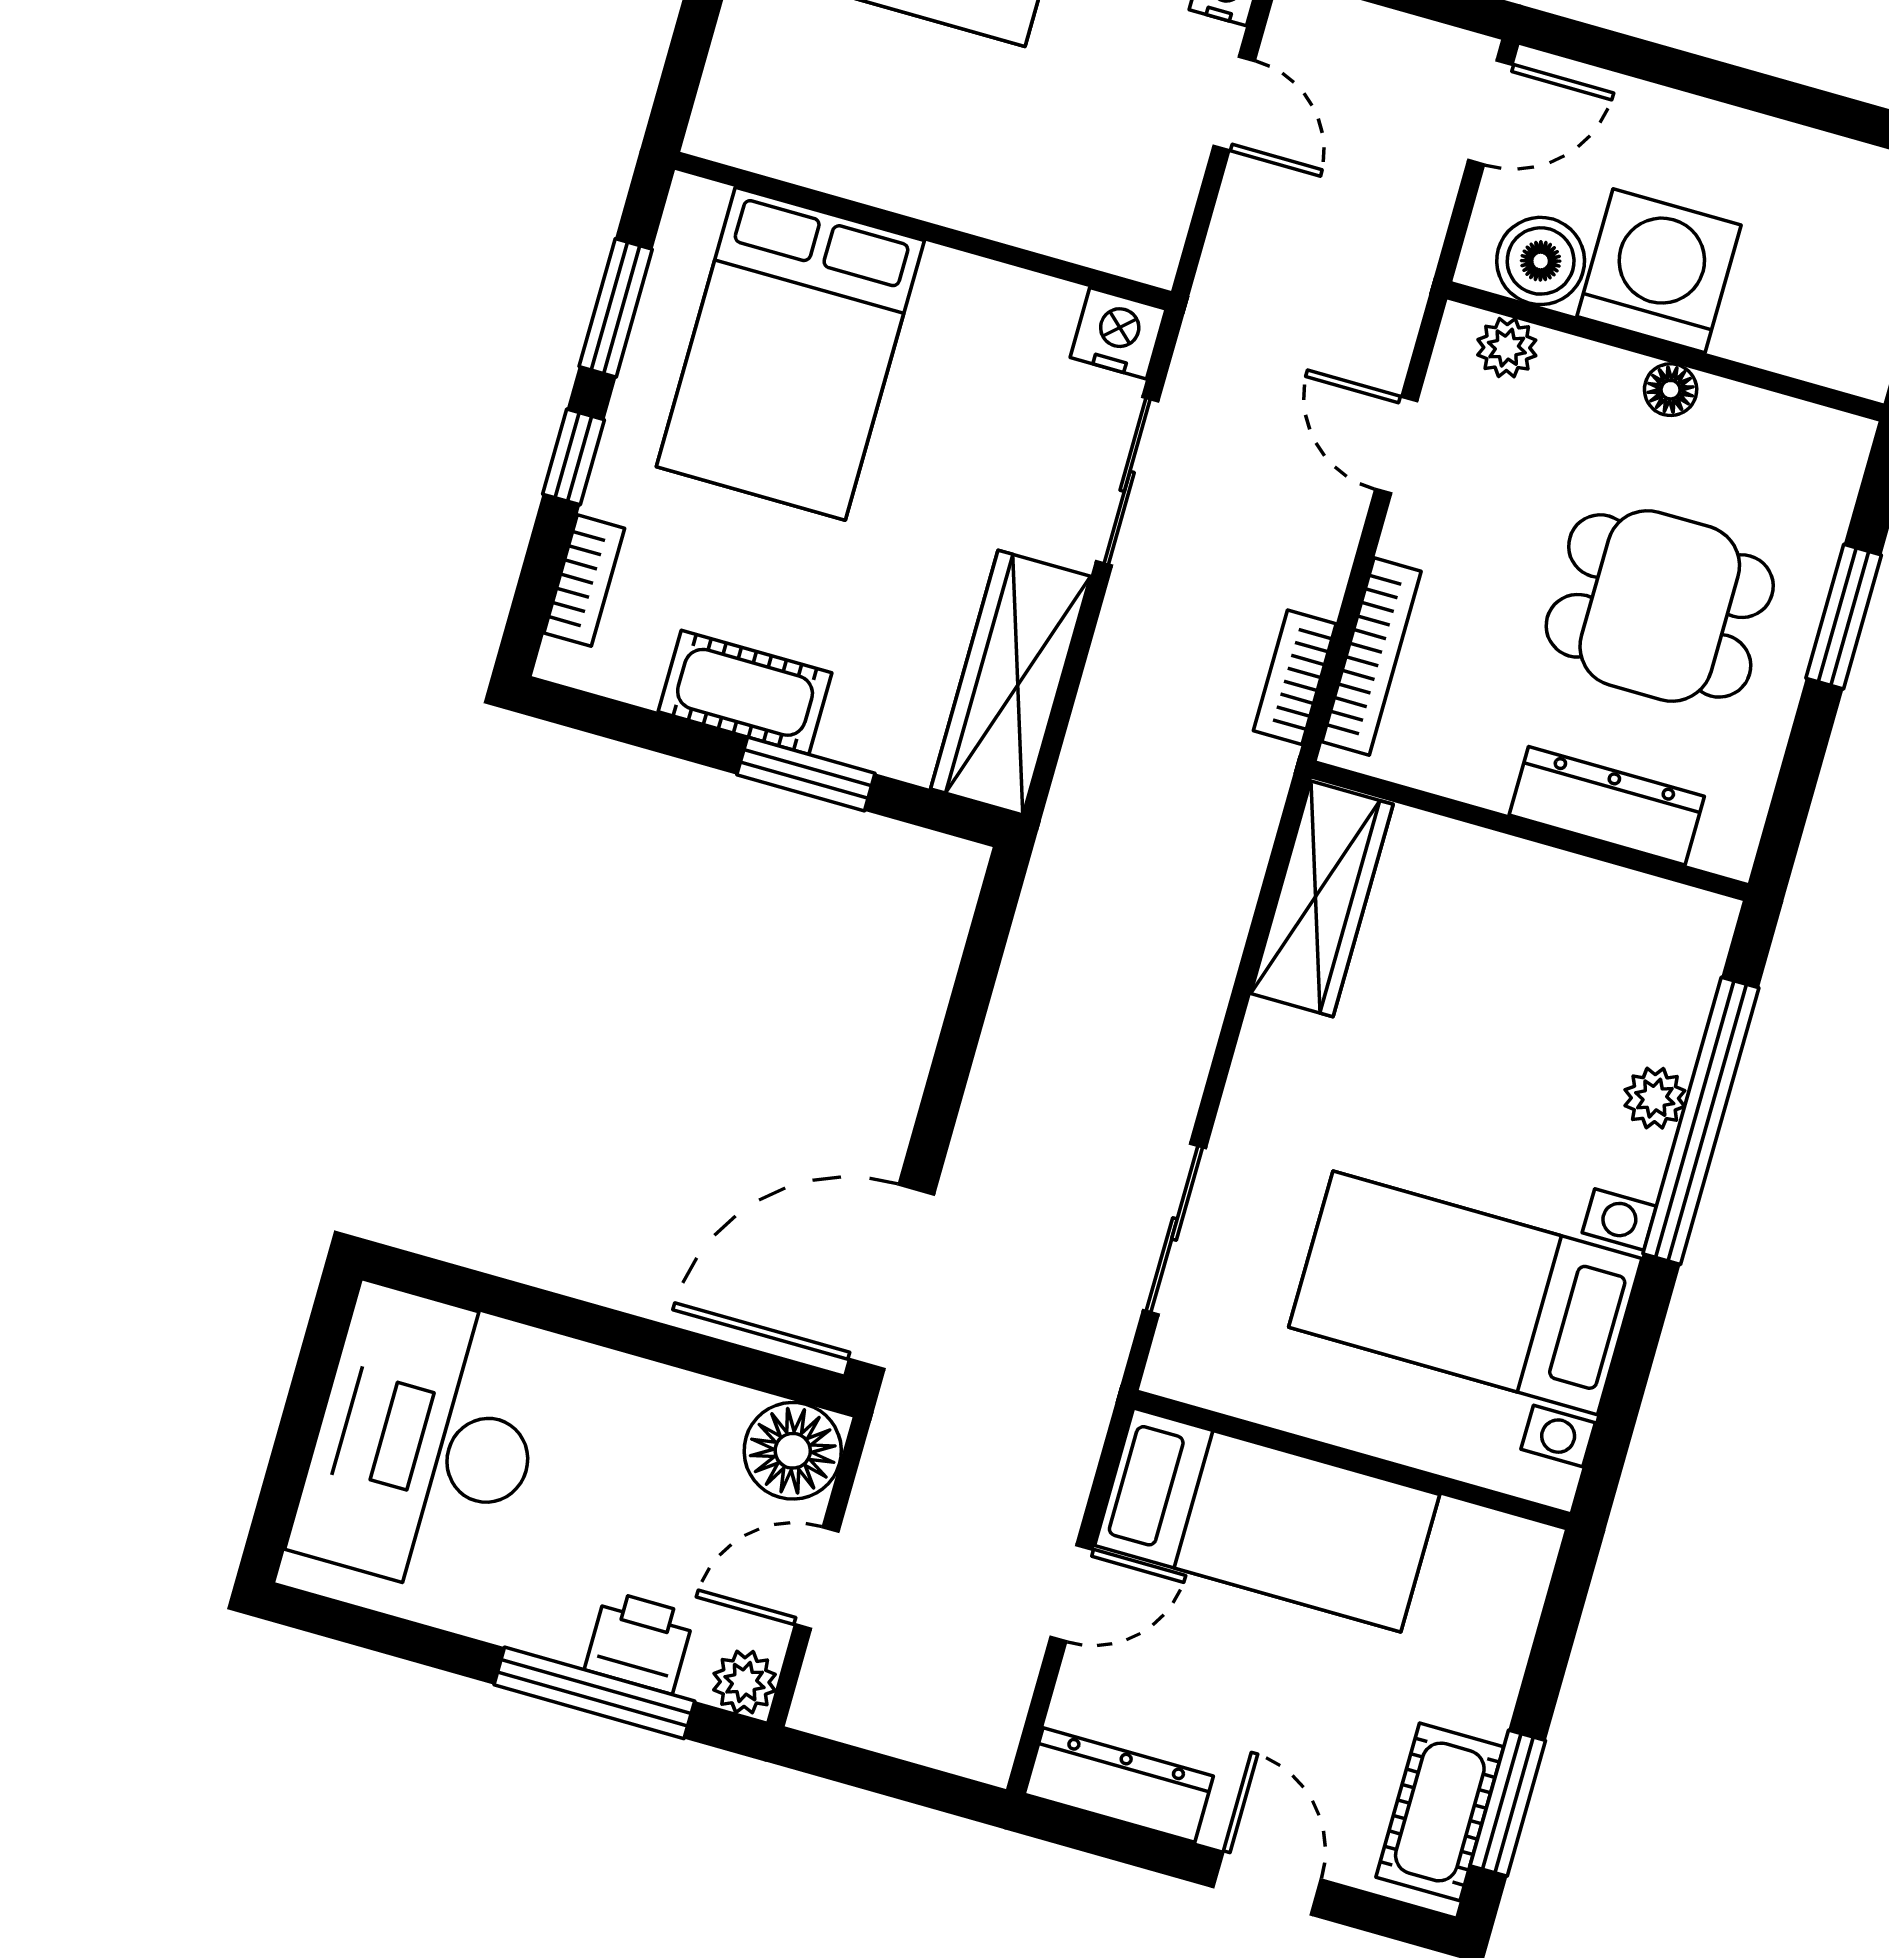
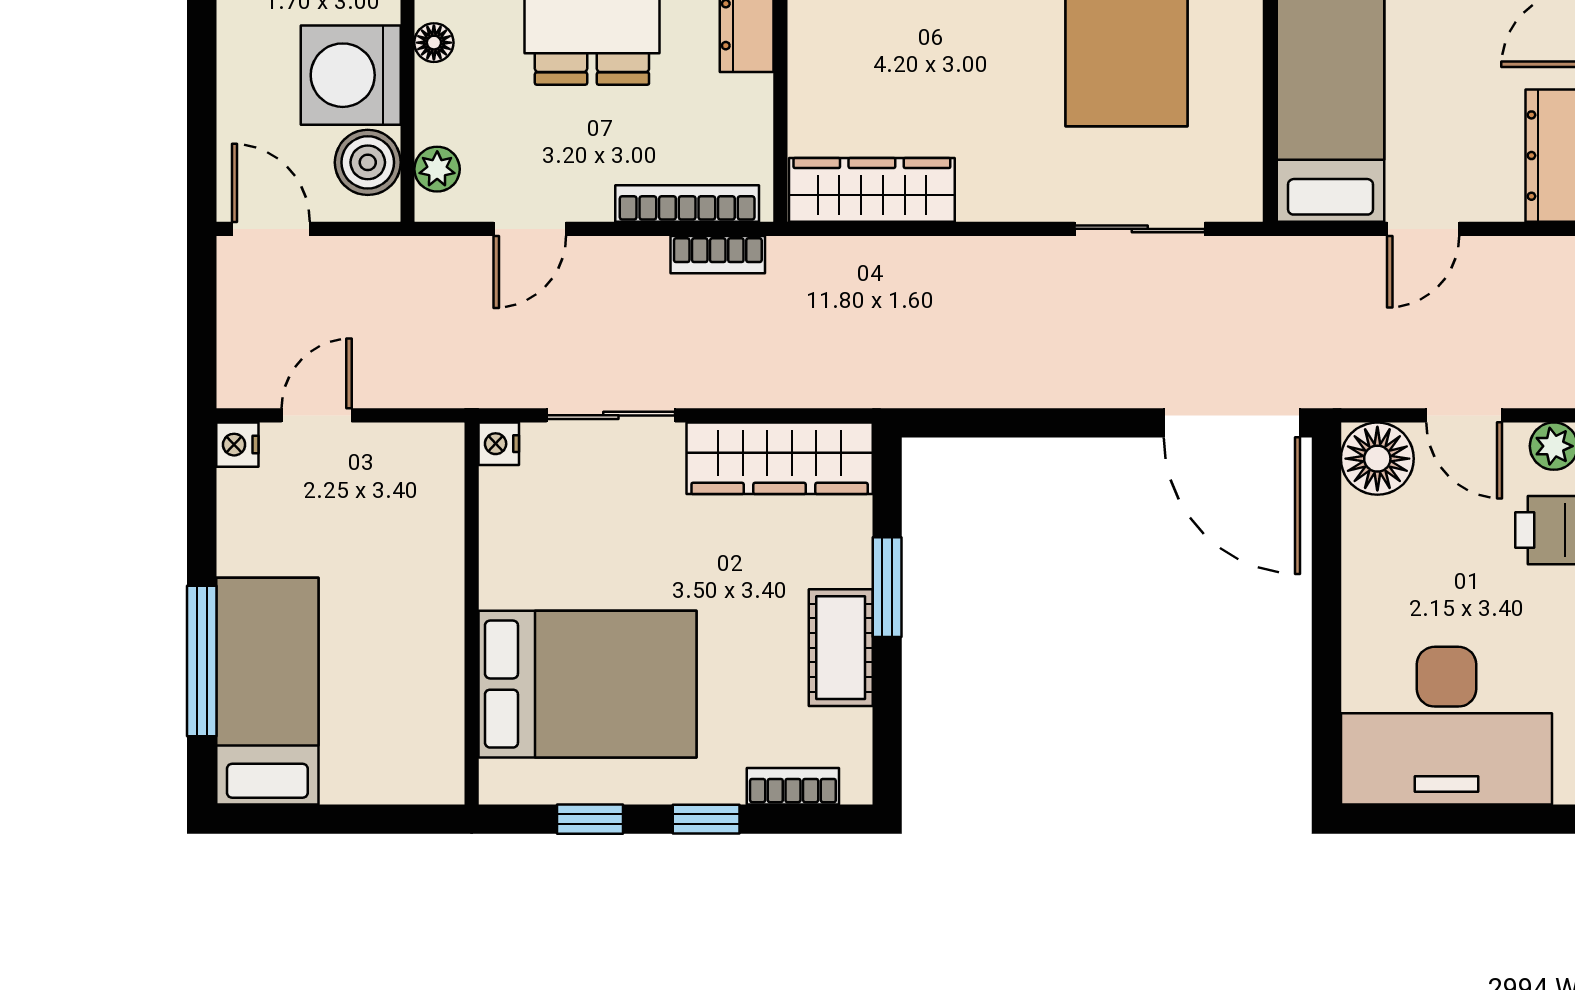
window: (616, 308) -> (590, 819), width x0.67
nightstand: (1118, 333) -> (499, 444), width x0.72, depth x0.74
door: (1071, 1593) -> (1423, 229), swing flipped

